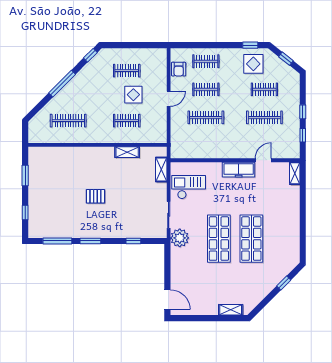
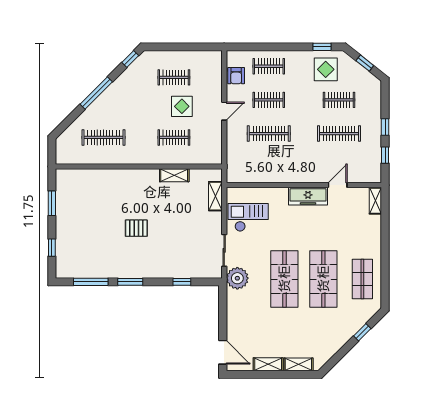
shop shelf: (284, 239) -> (362, 279), added
shelving: (205, 310) -> (268, 364), added

